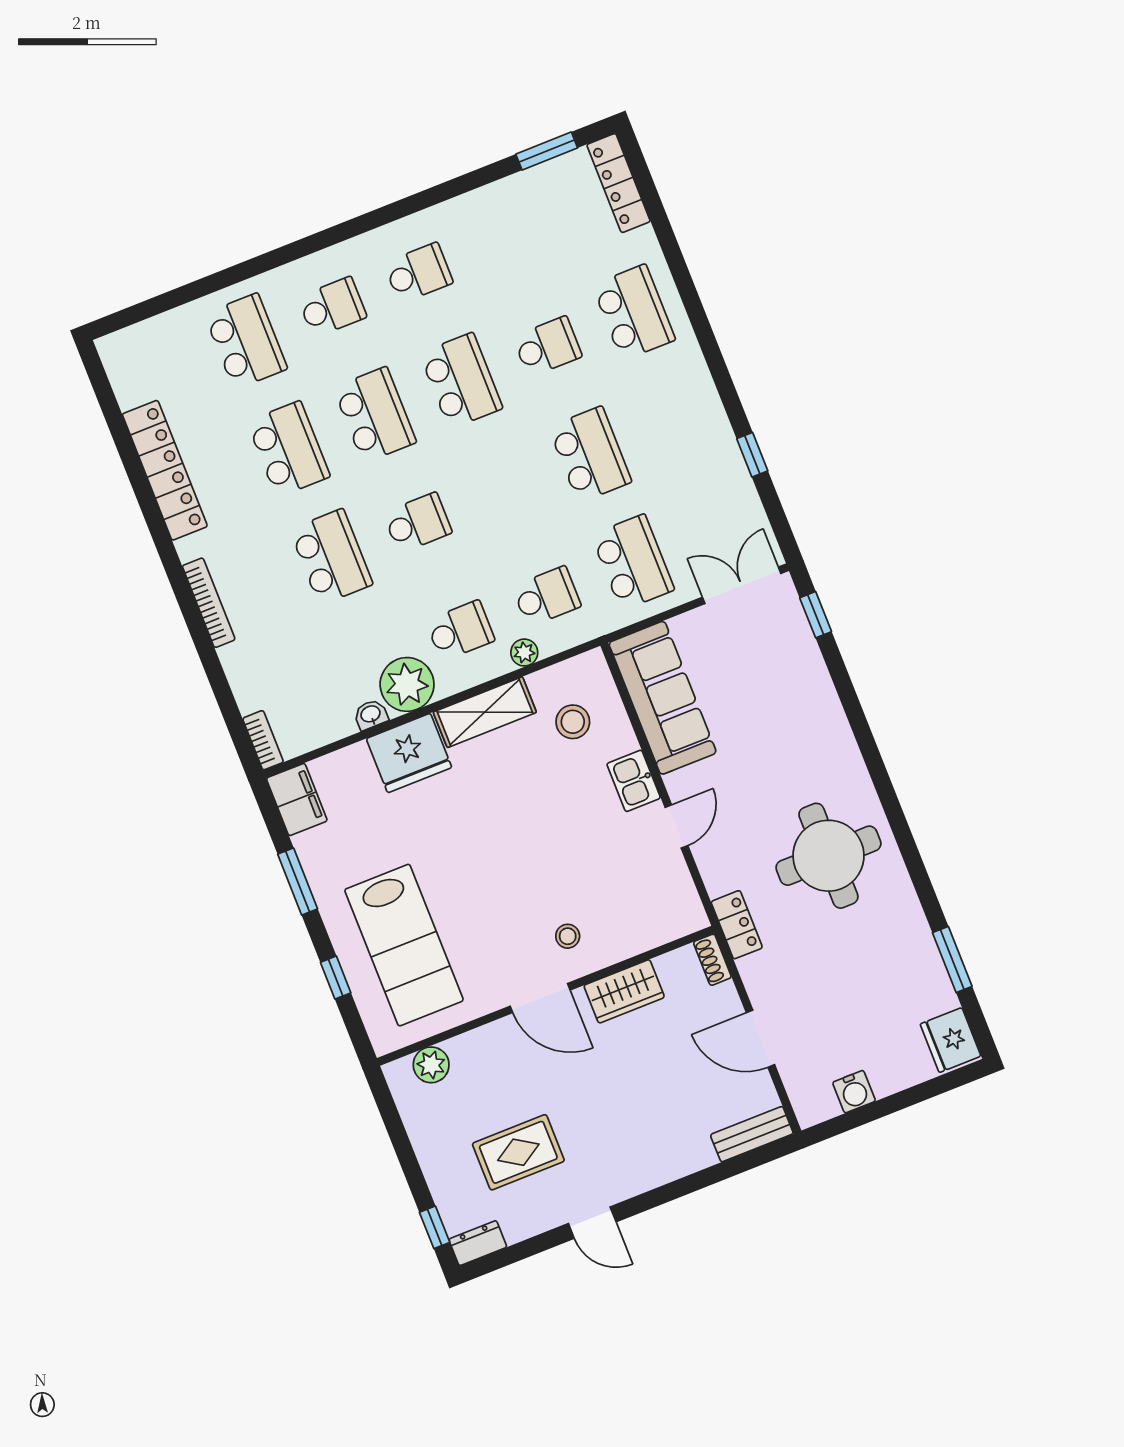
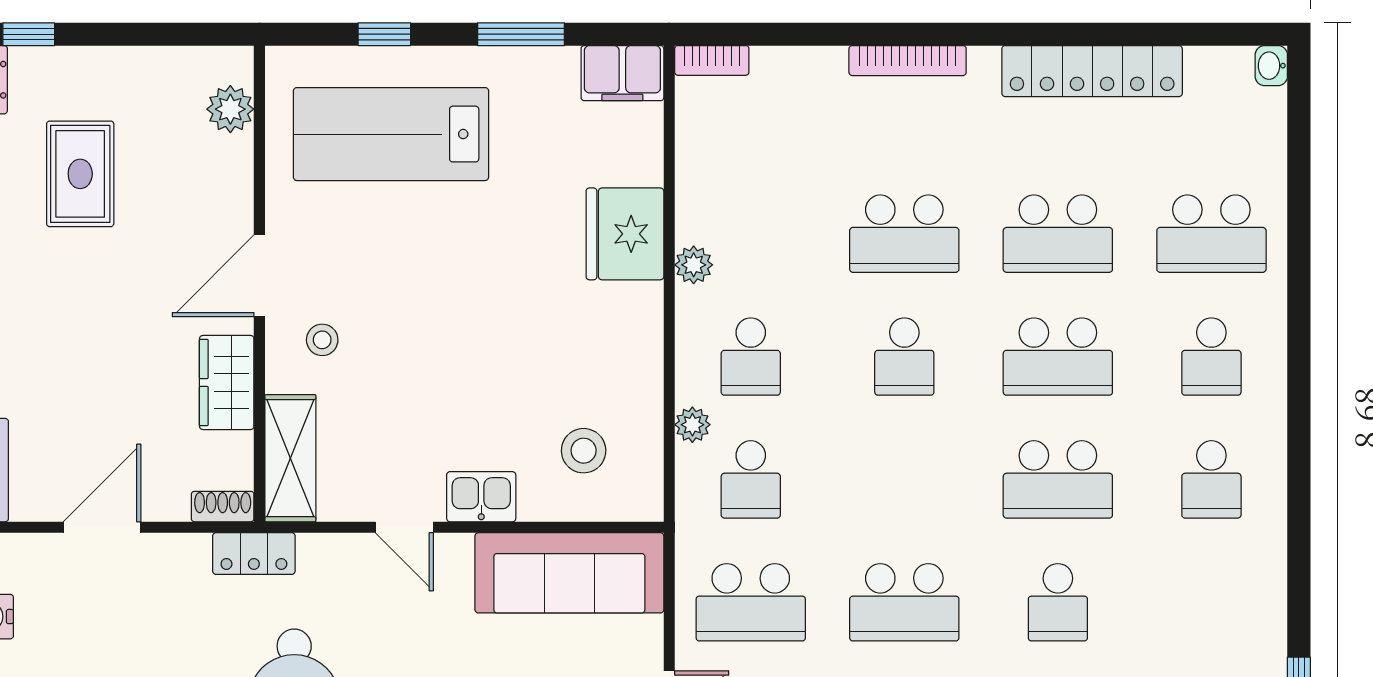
plant: (407, 684) -> (694, 265), width x0.53, depth x0.53
shelving: (485, 712) -> (290, 458), moved
washbasin: (371, 715) -> (1271, 66), moved, turned 180

